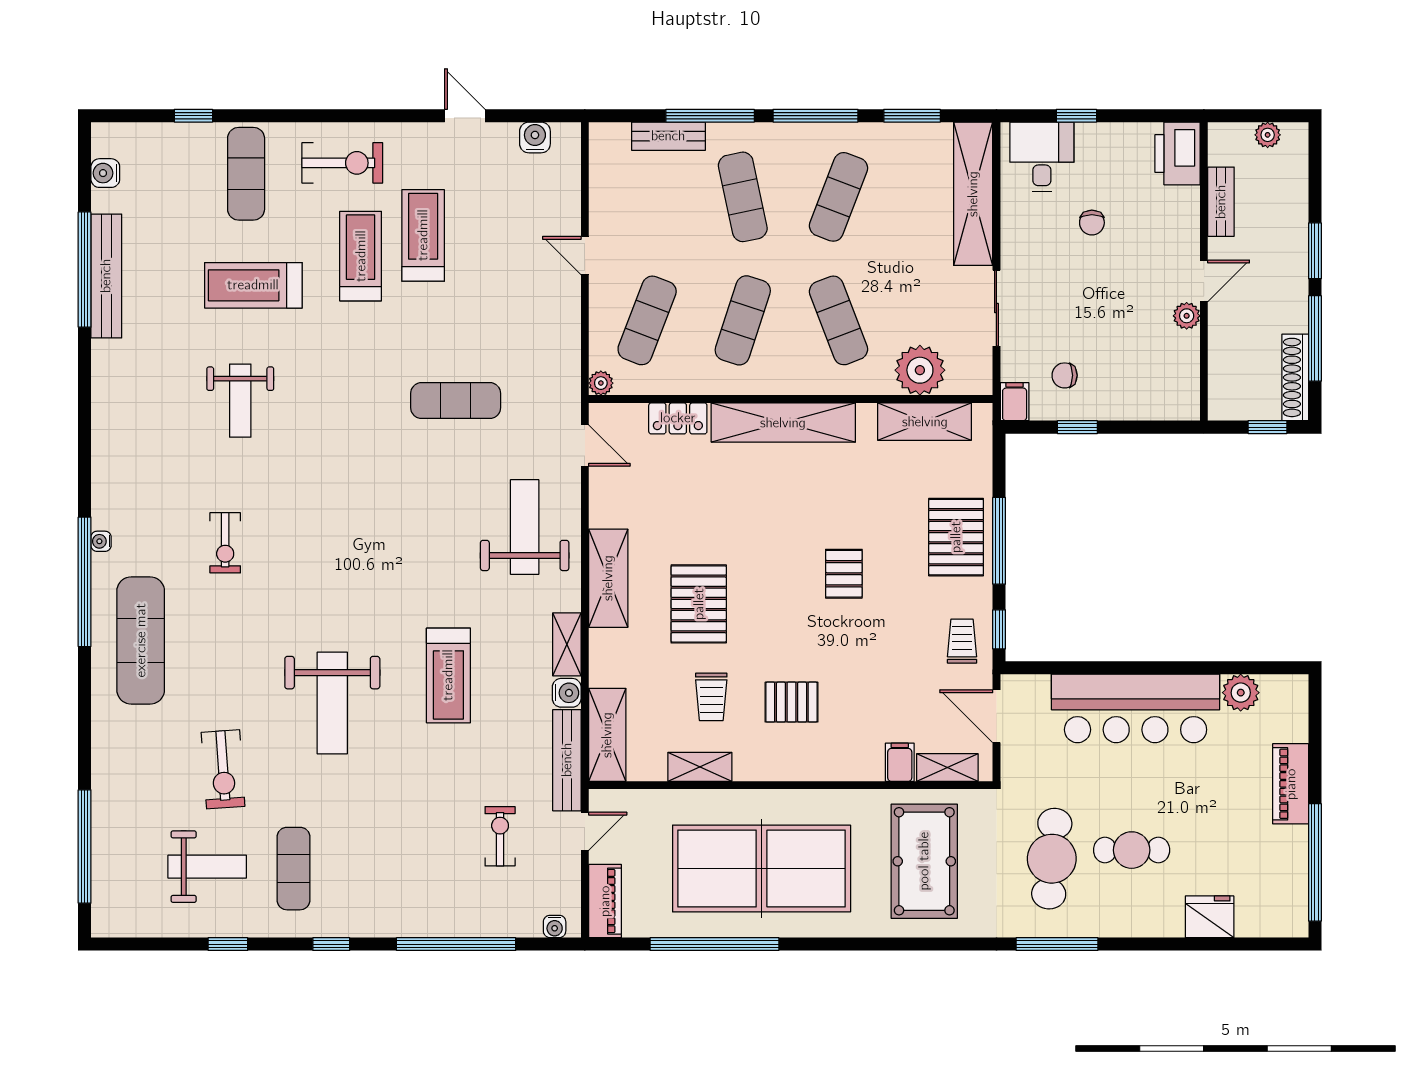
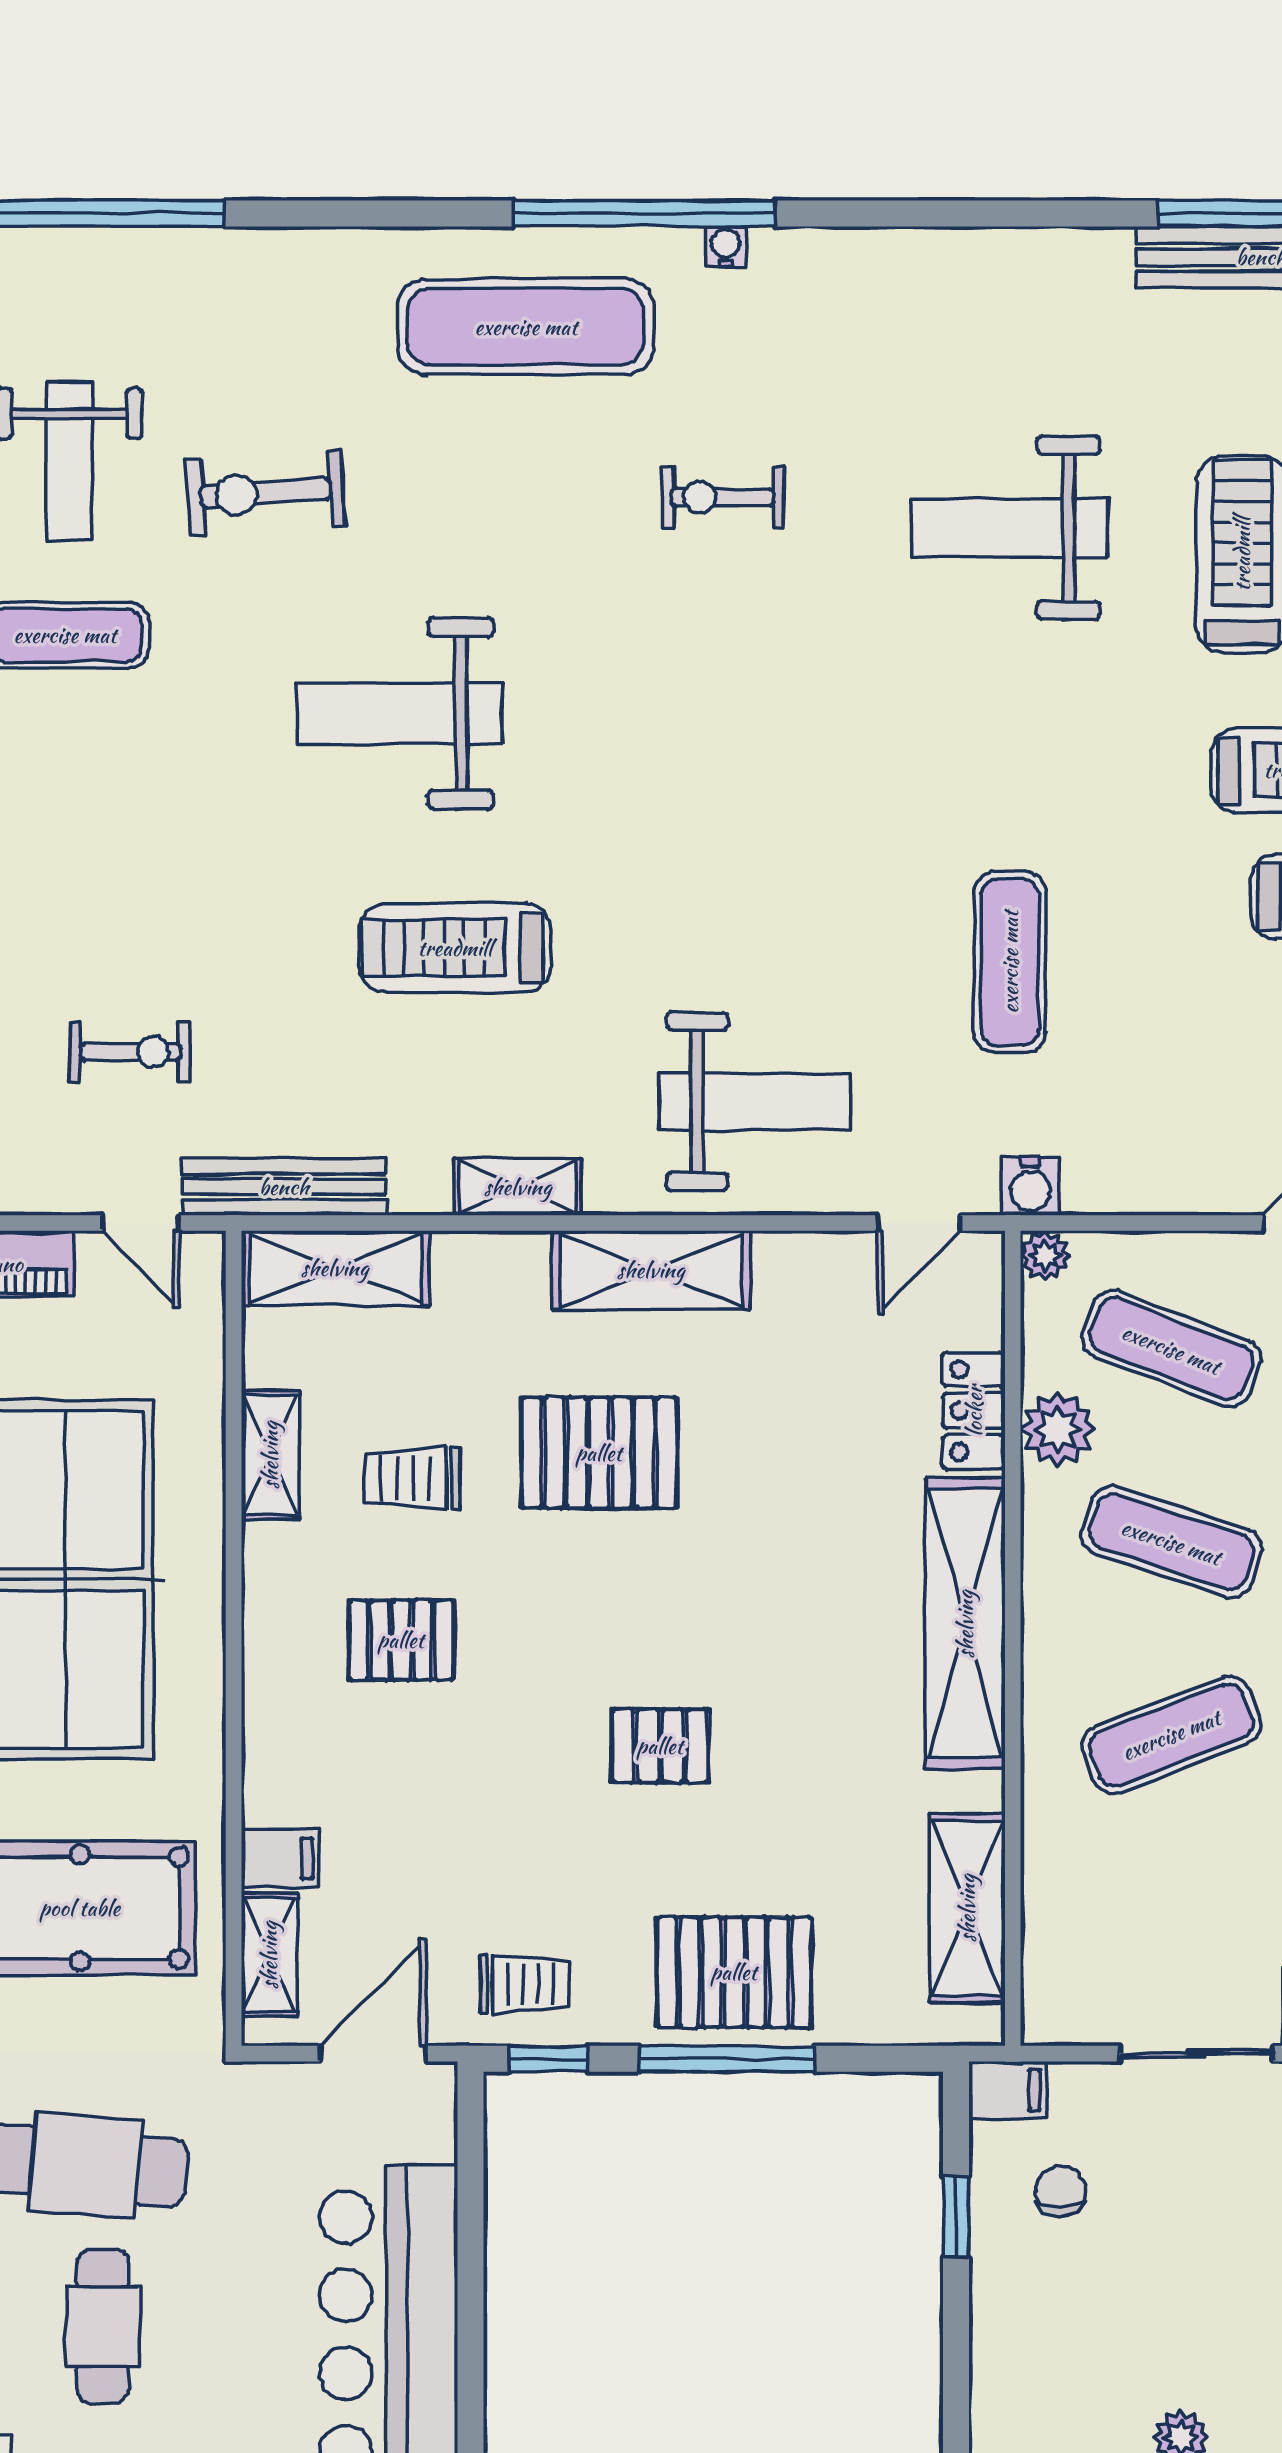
plant: (920, 370) -> (1058, 1429), moved, width x0.73, depth x0.73
weight bench: (240, 401) -> (1010, 528), width x1.36, depth x1.33
water cooler: (567, 693) -> (1030, 1186), moved
pallet: (791, 702) -> (401, 1640), turned 90

